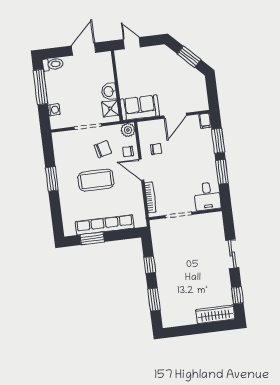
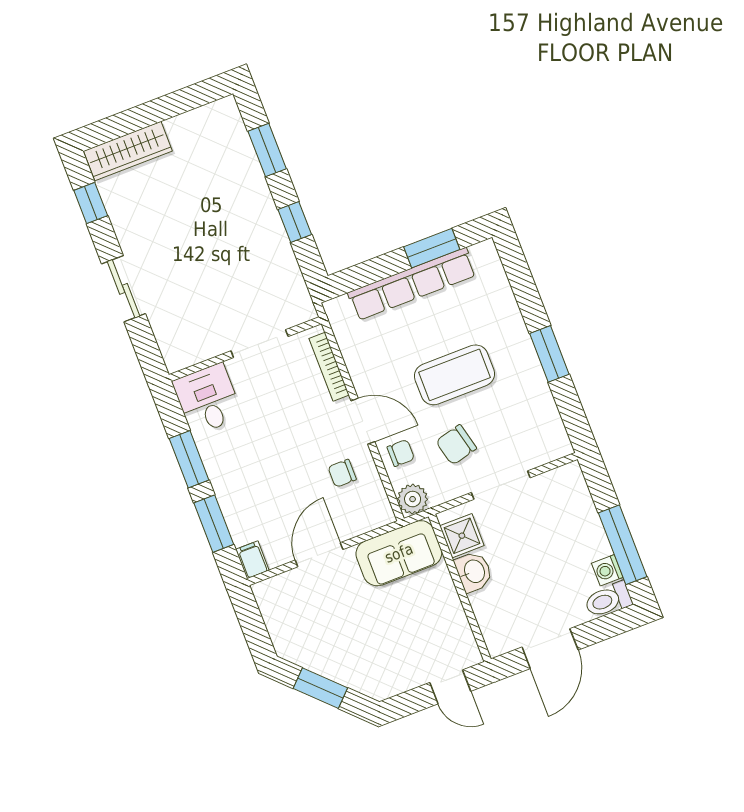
washing machine: (54, 110) -> (607, 570), moved

